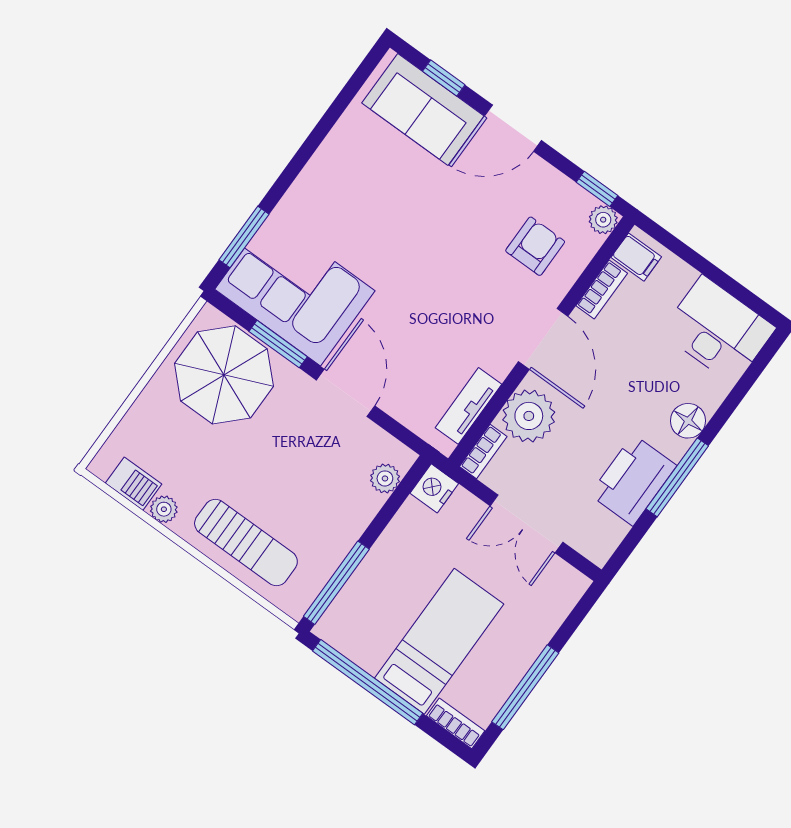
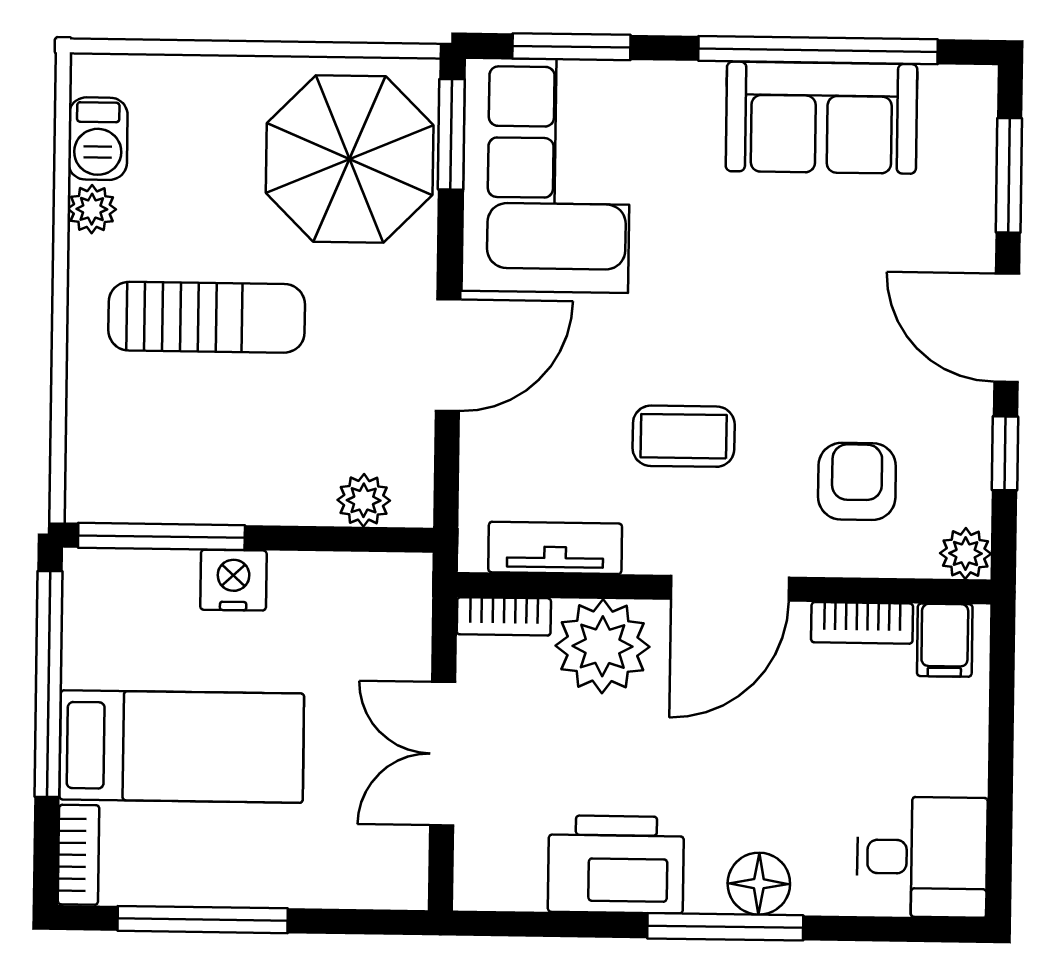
window: (444, 78) -> (1009, 175), width x1.50
sofa: (423, 110) -> (821, 118), moved, turned -90
window: (325, 125) -> (818, 50), added
window: (597, 189) -> (1005, 453), moved
armchair: (535, 246) -> (857, 481), turned -90
coffee table: (459, 311) -> (684, 436), added
desk: (718, 330) -> (922, 857), width x0.73
window: (278, 344) -> (451, 134), moved
window: (677, 477) -> (725, 927), moved
nightstand: (434, 488) -> (233, 580), moved
sun lounger: (246, 543) -> (207, 317), moved, turned -90

